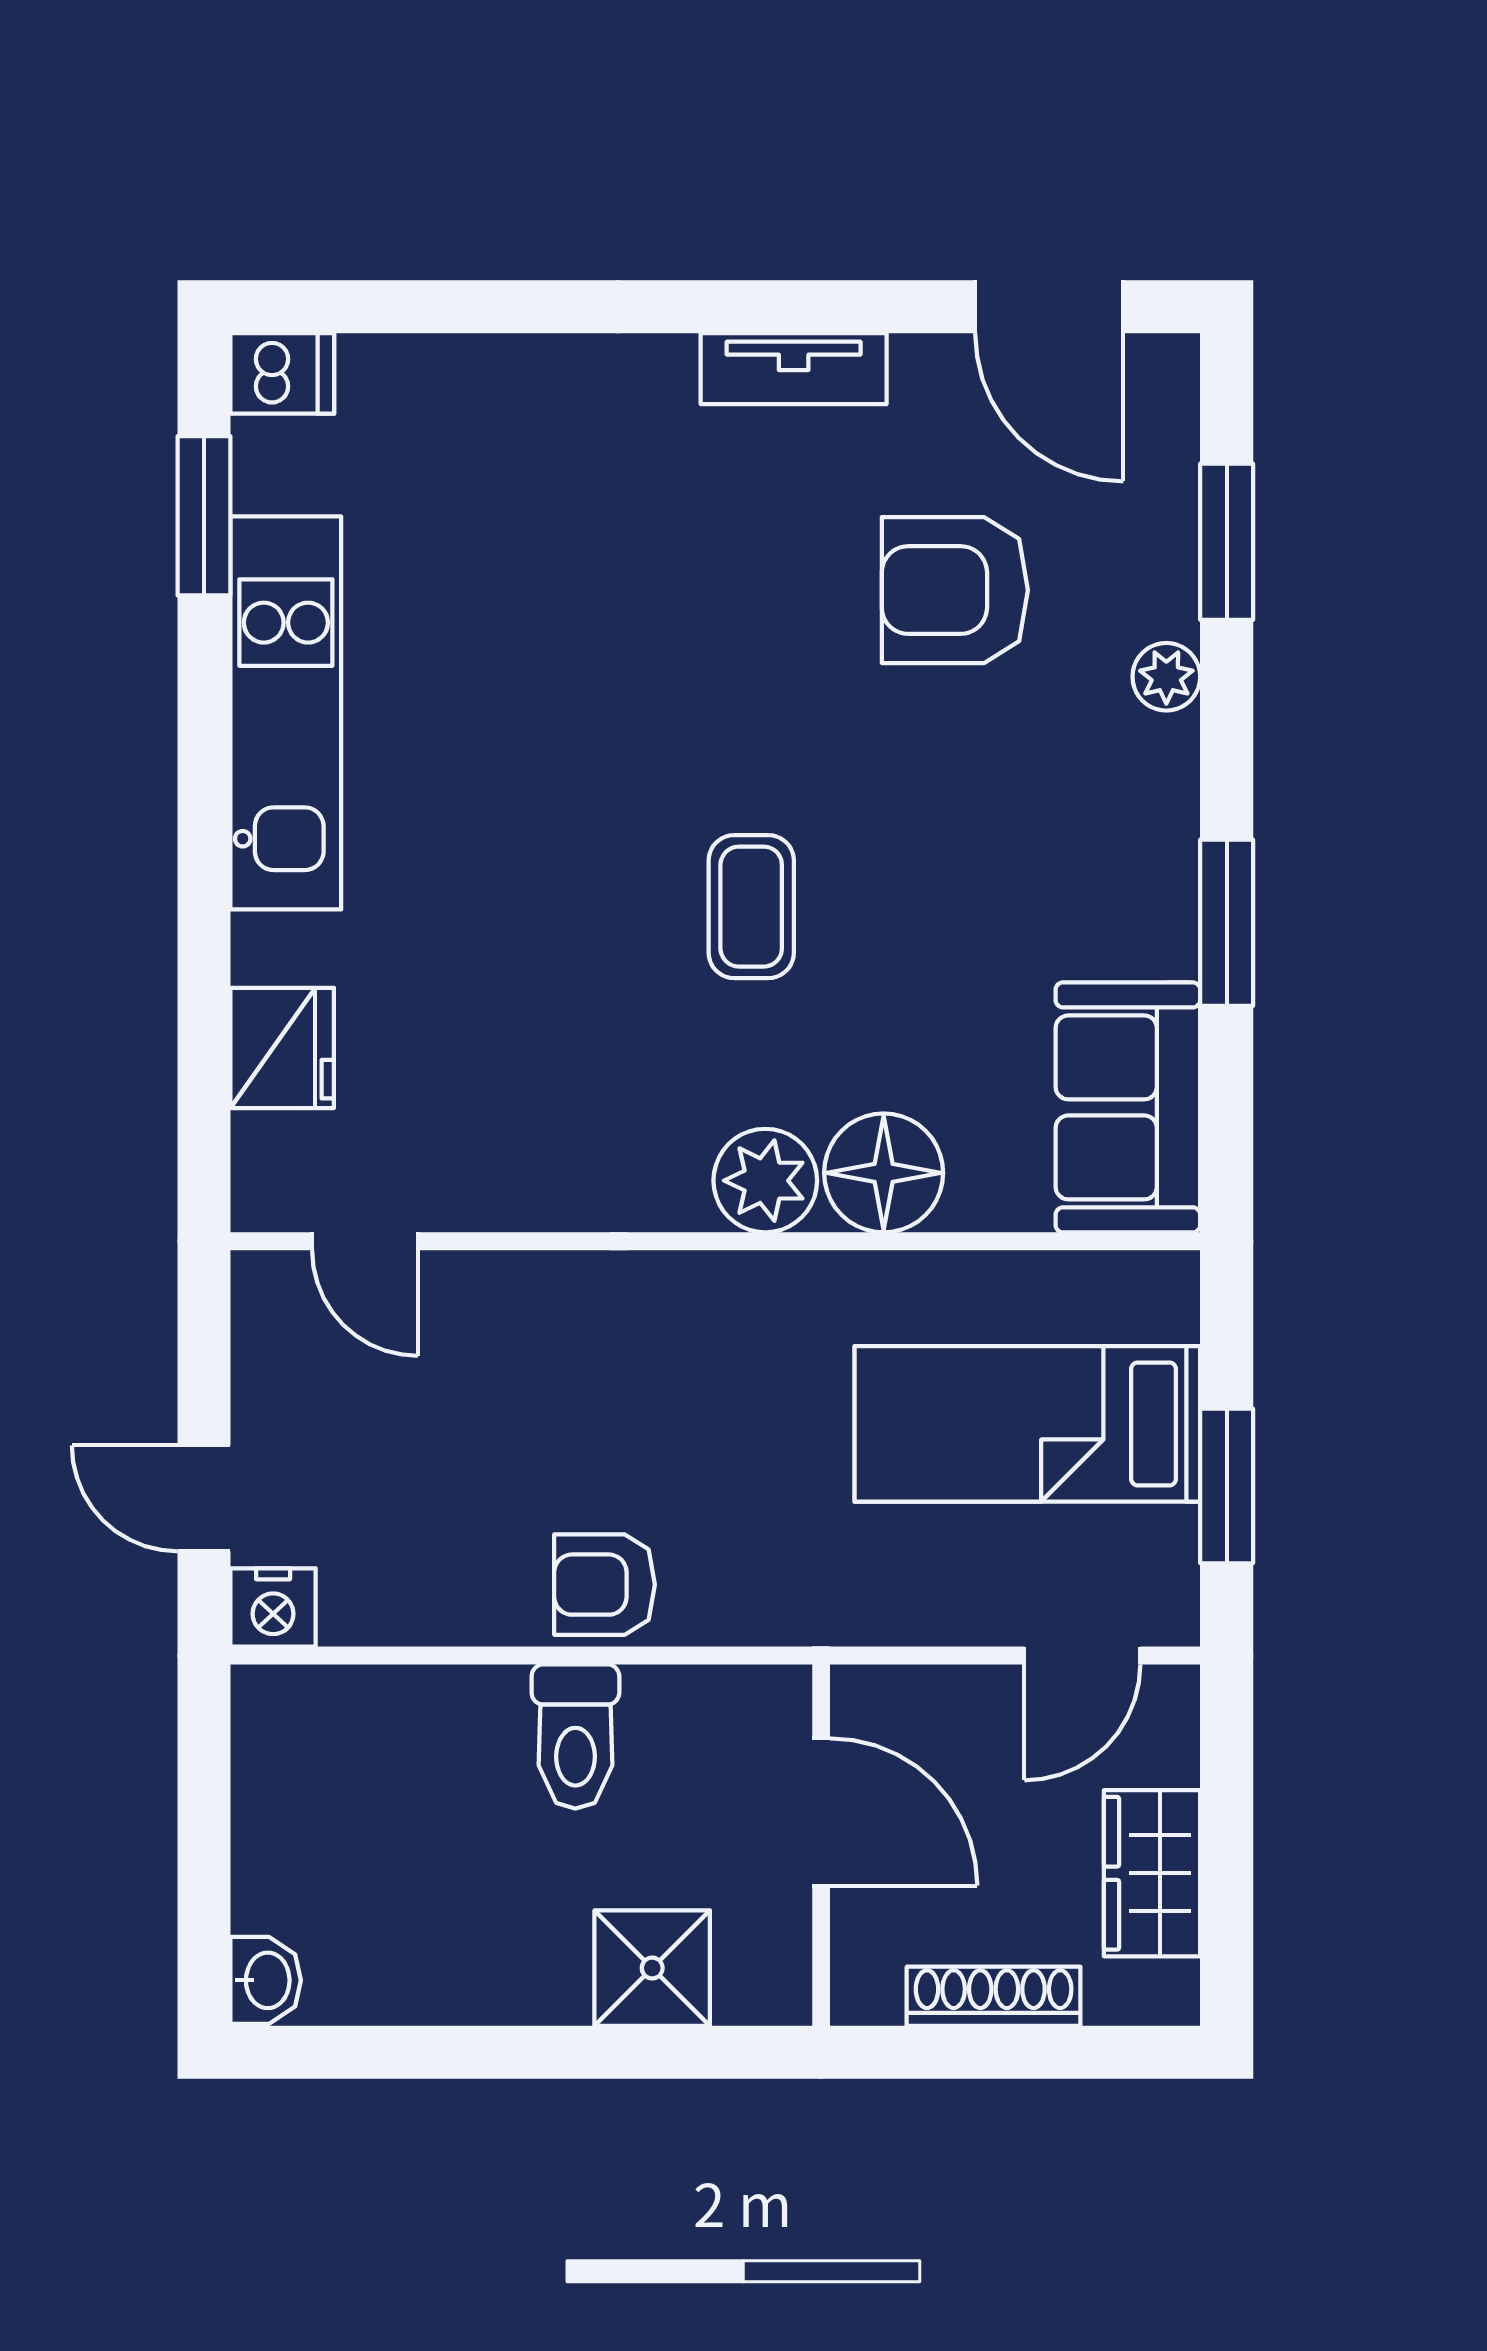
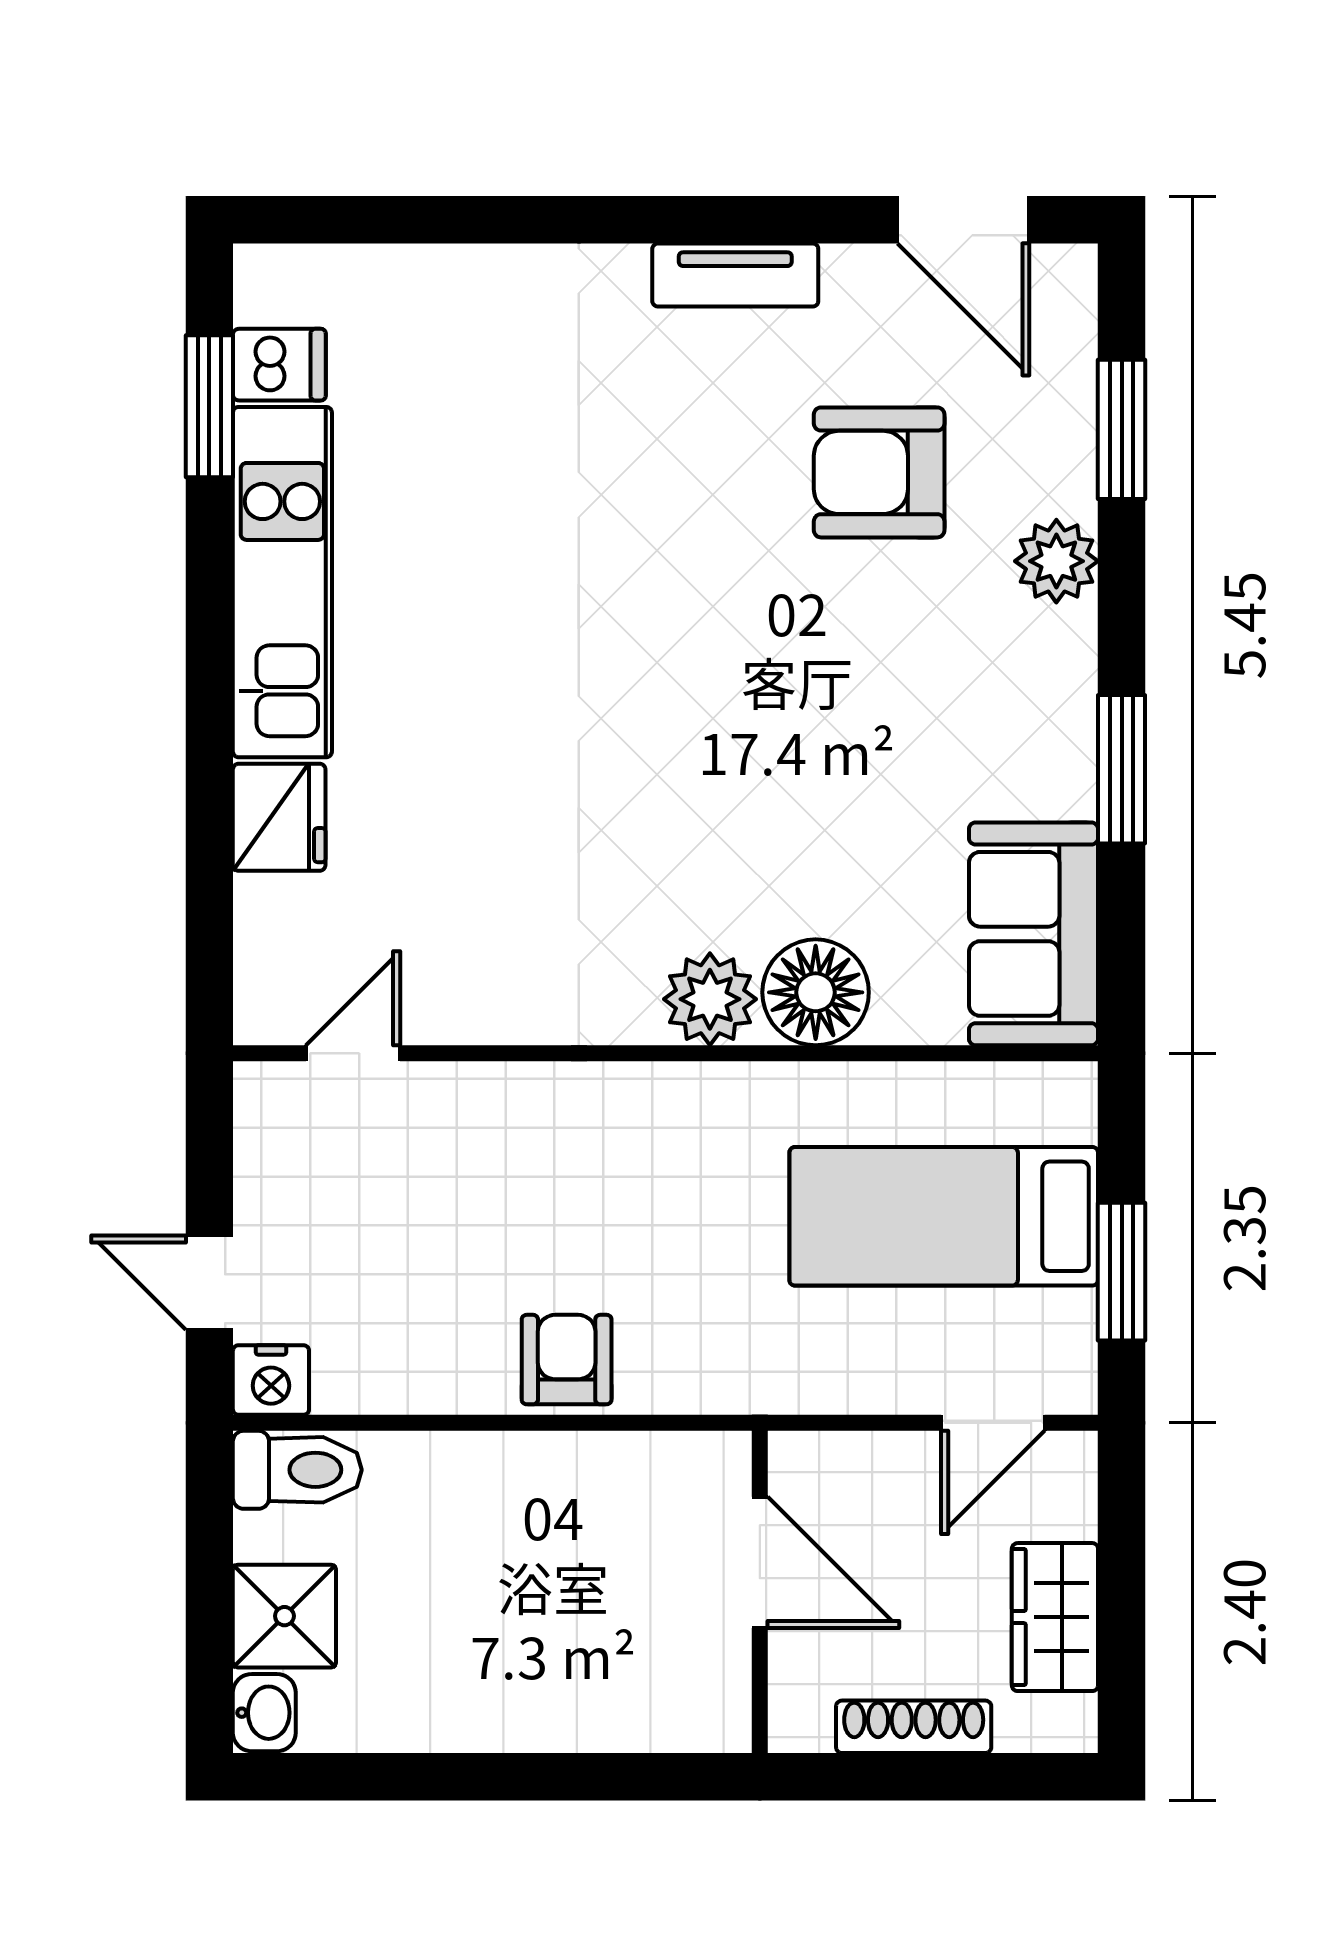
dishwasher: (282, 373) -> (279, 365), moved
plant: (1166, 677) -> (1056, 561), width x1.38, depth x1.38
coffee table: (751, 907) -> (697, 755), removed
fridge: (282, 1048) -> (279, 817), moved
door: (365, 1241) -> (353, 1053), swing flipped
armchair: (605, 1585) -> (567, 1360), turned 90
toilet: (575, 1736) -> (297, 1470), moved, turned -90
shower: (652, 1968) -> (284, 1616), moved

